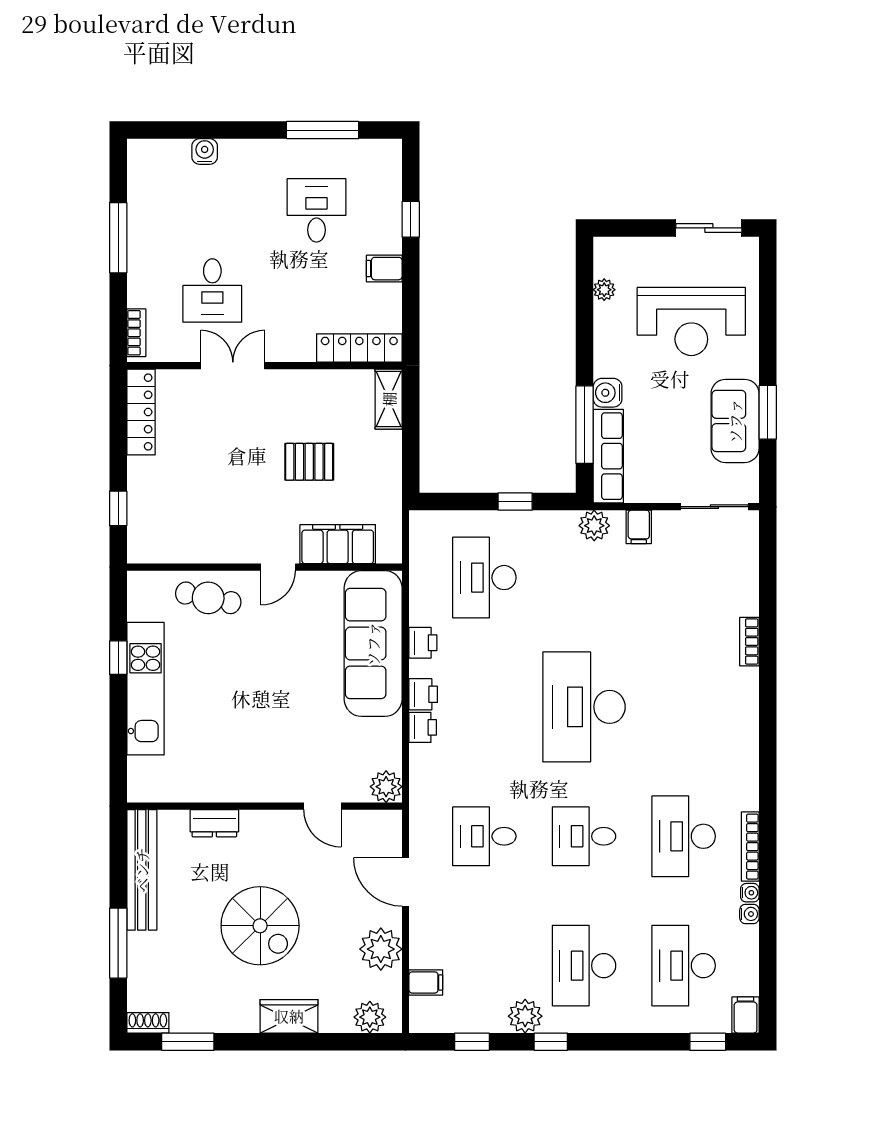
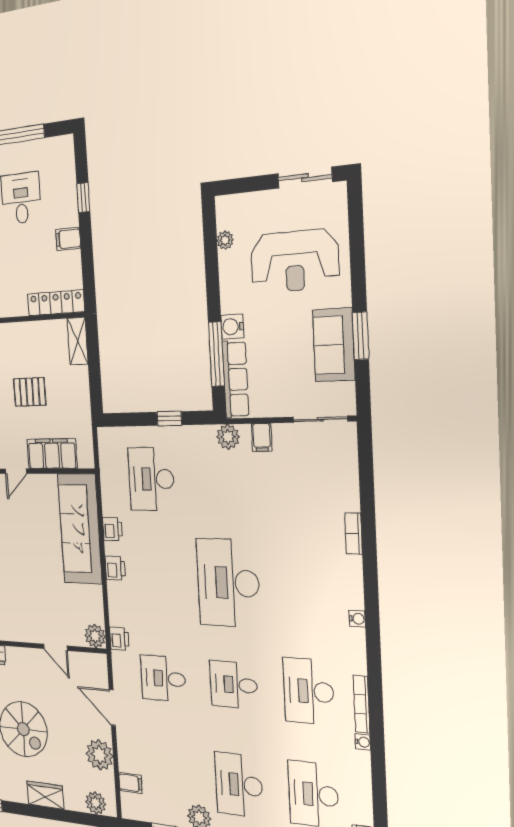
printer: (423, 727) -> (119, 639), moved
water cooler: (749, 914) -> (357, 619), moved

